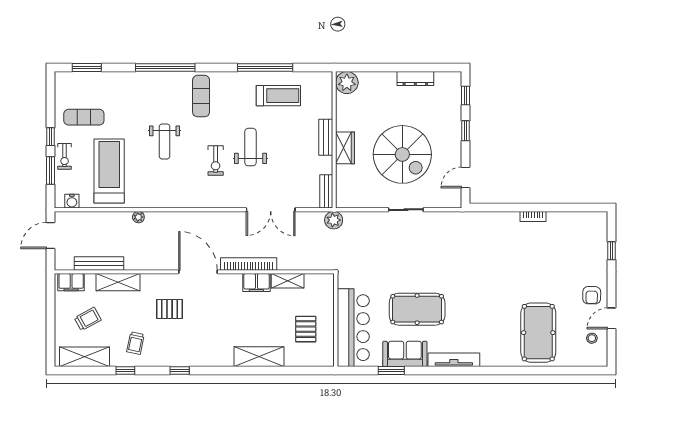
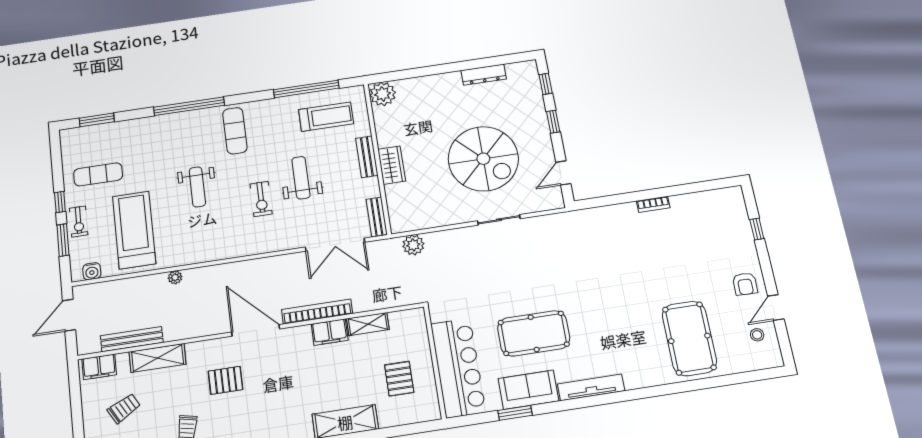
plant: (347, 83) -> (383, 94), moved
bench: (326, 137) -> (367, 157), moved
wall: (334, 140) -> (377, 158), moved
wardrobe: (345, 148) -> (392, 165), moved
bench: (326, 191) -> (377, 217), moved

